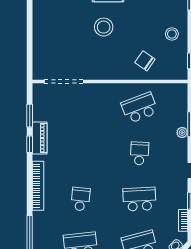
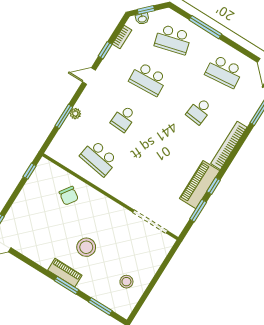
stool: (172, 34) -> (126, 282), moved
school desk: (139, 108) -> (99, 158), turned 30
piano: (40, 138) -> (200, 185), width x1.37, depth x1.33

